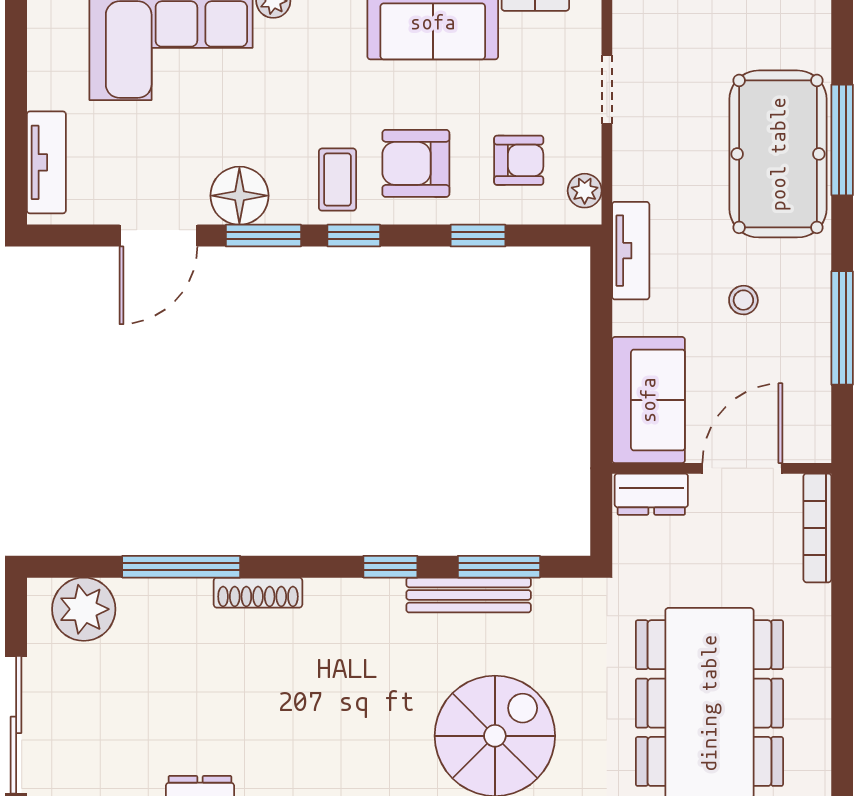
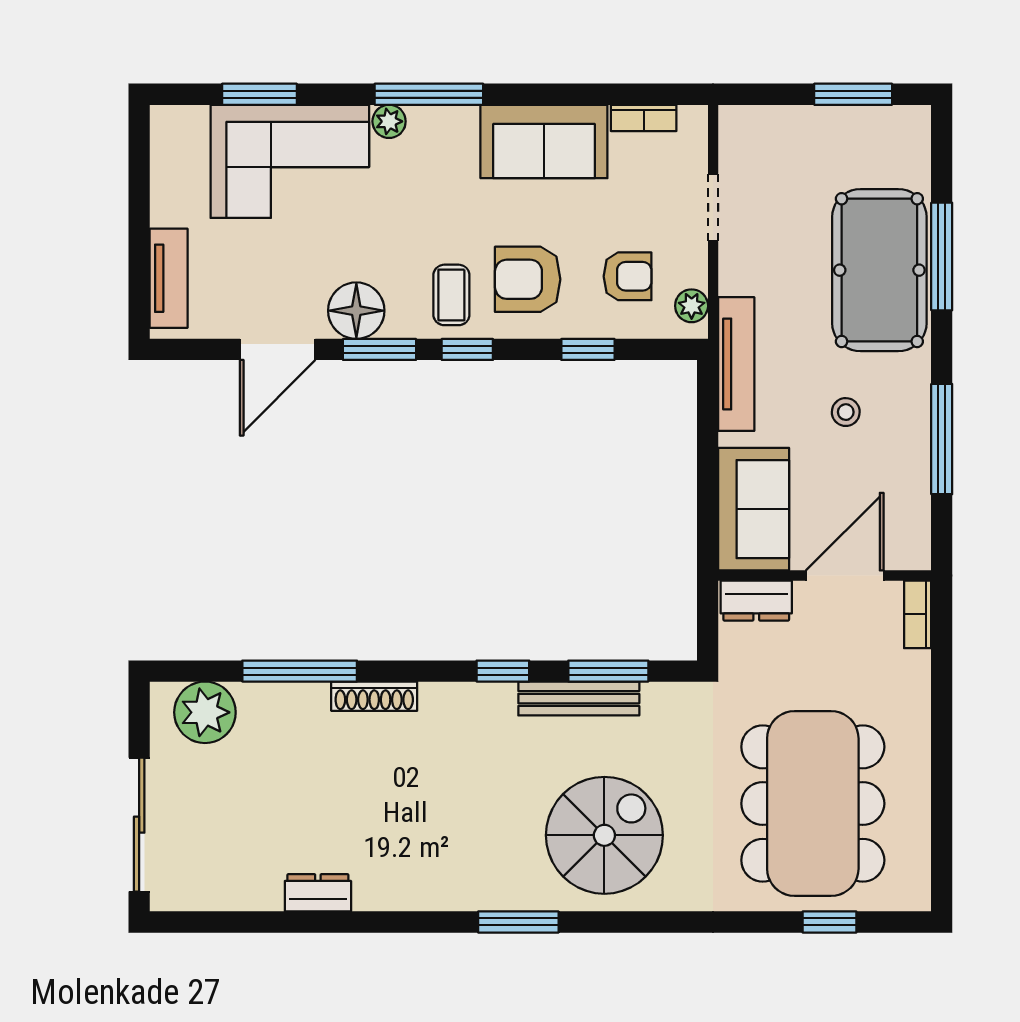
tv unit: (631, 251) -> (736, 364), width x1.41
bookcase: (817, 528) -> (918, 614), width x0.64

